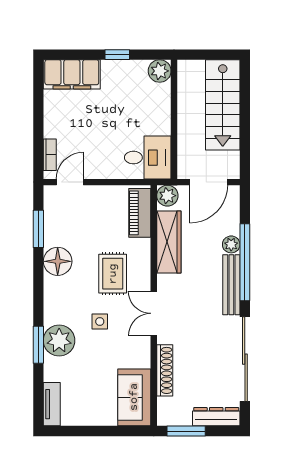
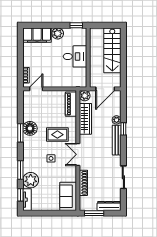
window: (117, 55) -> (76, 25), moved
plant: (160, 71) -> (58, 33), moved
desk: (148, 158) -> (75, 56), moved
window: (38, 229) -> (20, 133), moved
window: (245, 262) -> (123, 129), width x0.32
rug: (113, 274) -> (57, 135), turned 90
plant: (59, 340) -> (31, 180), moved
sliding door: (245, 359) -> (123, 177), width x0.54
window: (38, 395) -> (20, 195), added

